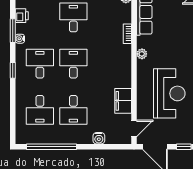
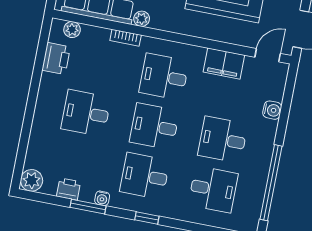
plant: (142, 54) -> (142, 19), moved
desk: (107, 64) -> (164, 77), added
desk: (73, 110) -> (223, 140), turned 180
door: (134, 128) -> (268, 55), hinge flipped

